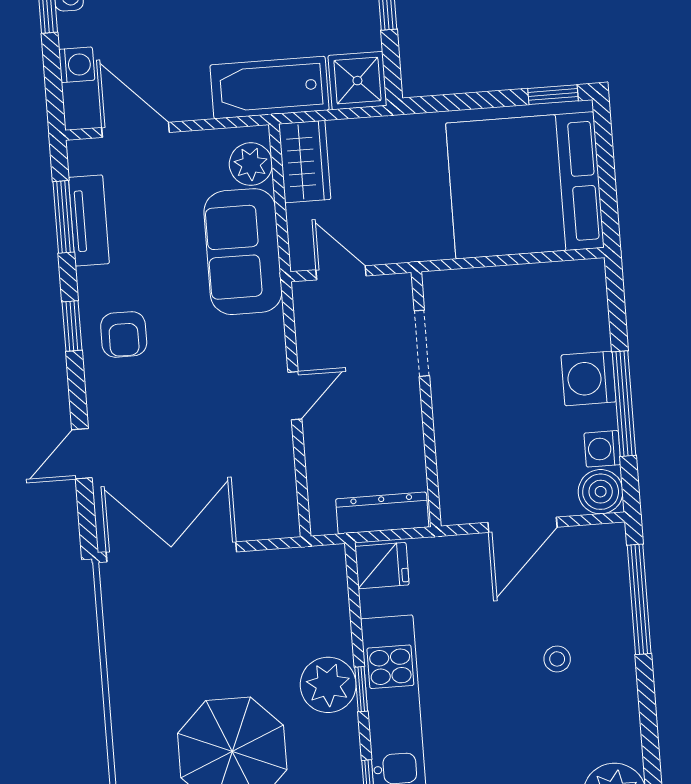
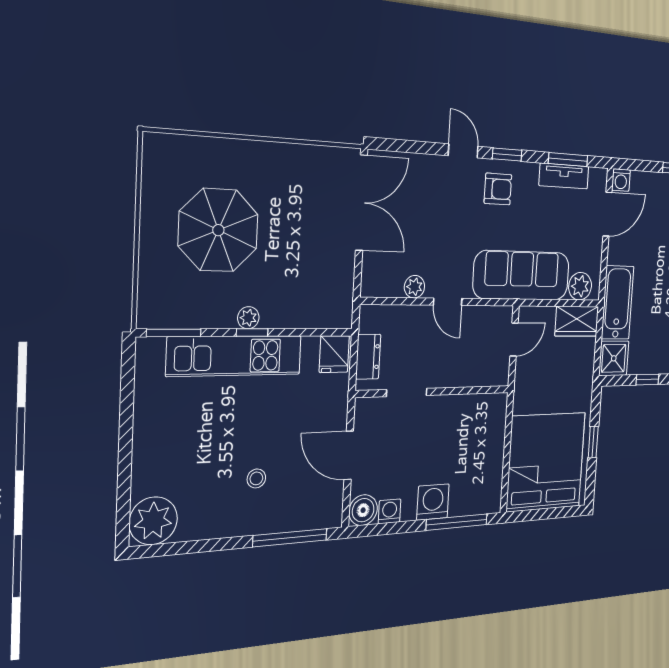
washing machine: (77, 65) -> (621, 180), moved
window: (553, 95) -> (593, 442), moved
sofa: (243, 252) -> (522, 275), width x1.36
armchair: (124, 334) -> (498, 189), turned 180
doorway: (422, 343) -> (407, 392), moved
window: (624, 404) -> (457, 522), moved
plant: (278, 453) -> (414, 287), added
door: (82, 454) -> (463, 151), moved
dresser: (382, 513) -> (368, 357), width x0.70
plant: (328, 685) -> (248, 318), width x0.53, depth x0.53

